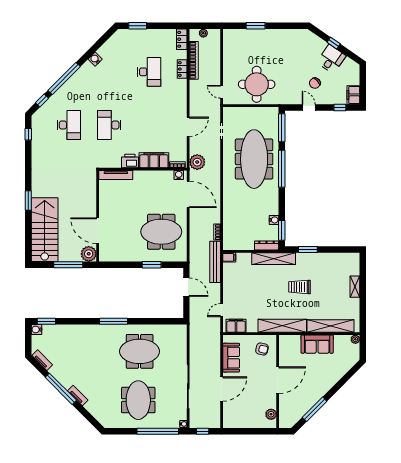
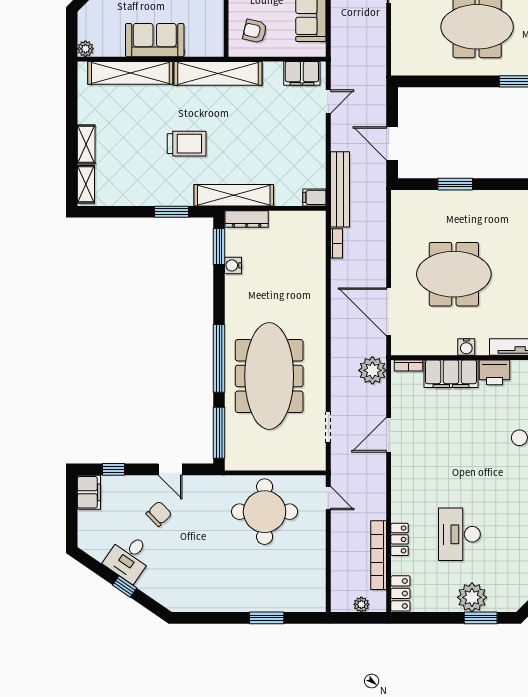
plant: (142, 37) -> (472, 597), added
water cooler: (179, 175) -> (466, 347), moved
meeting table: (161, 232) -> (454, 274), moved
shelving: (355, 265) -> (86, 184), added

